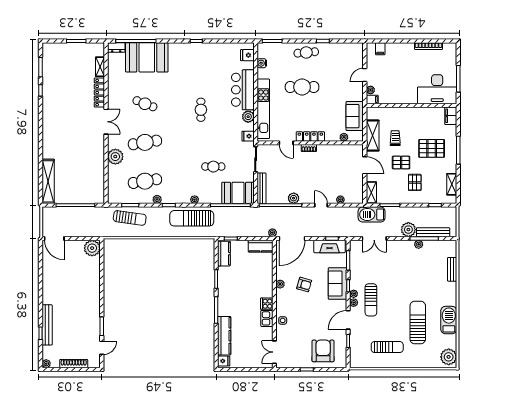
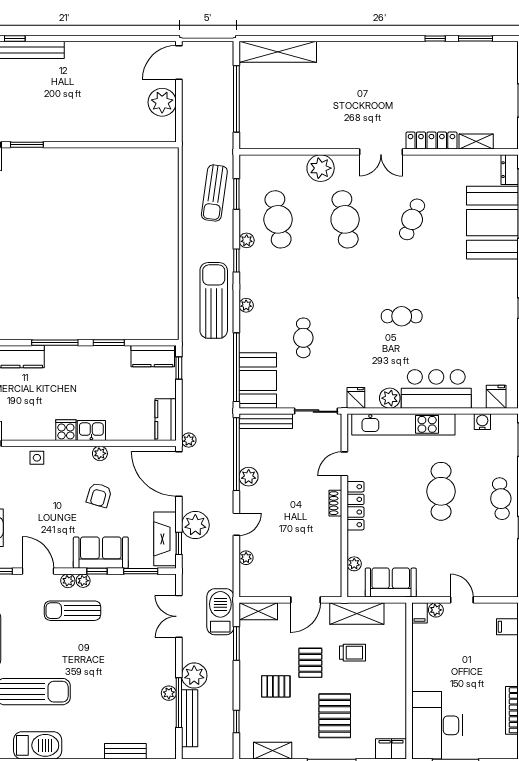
plant: (321, 229) -> (195, 525), added
plant: (92, 248) -> (162, 102), moved
kitchen sink: (267, 318) -> (91, 430), moved

